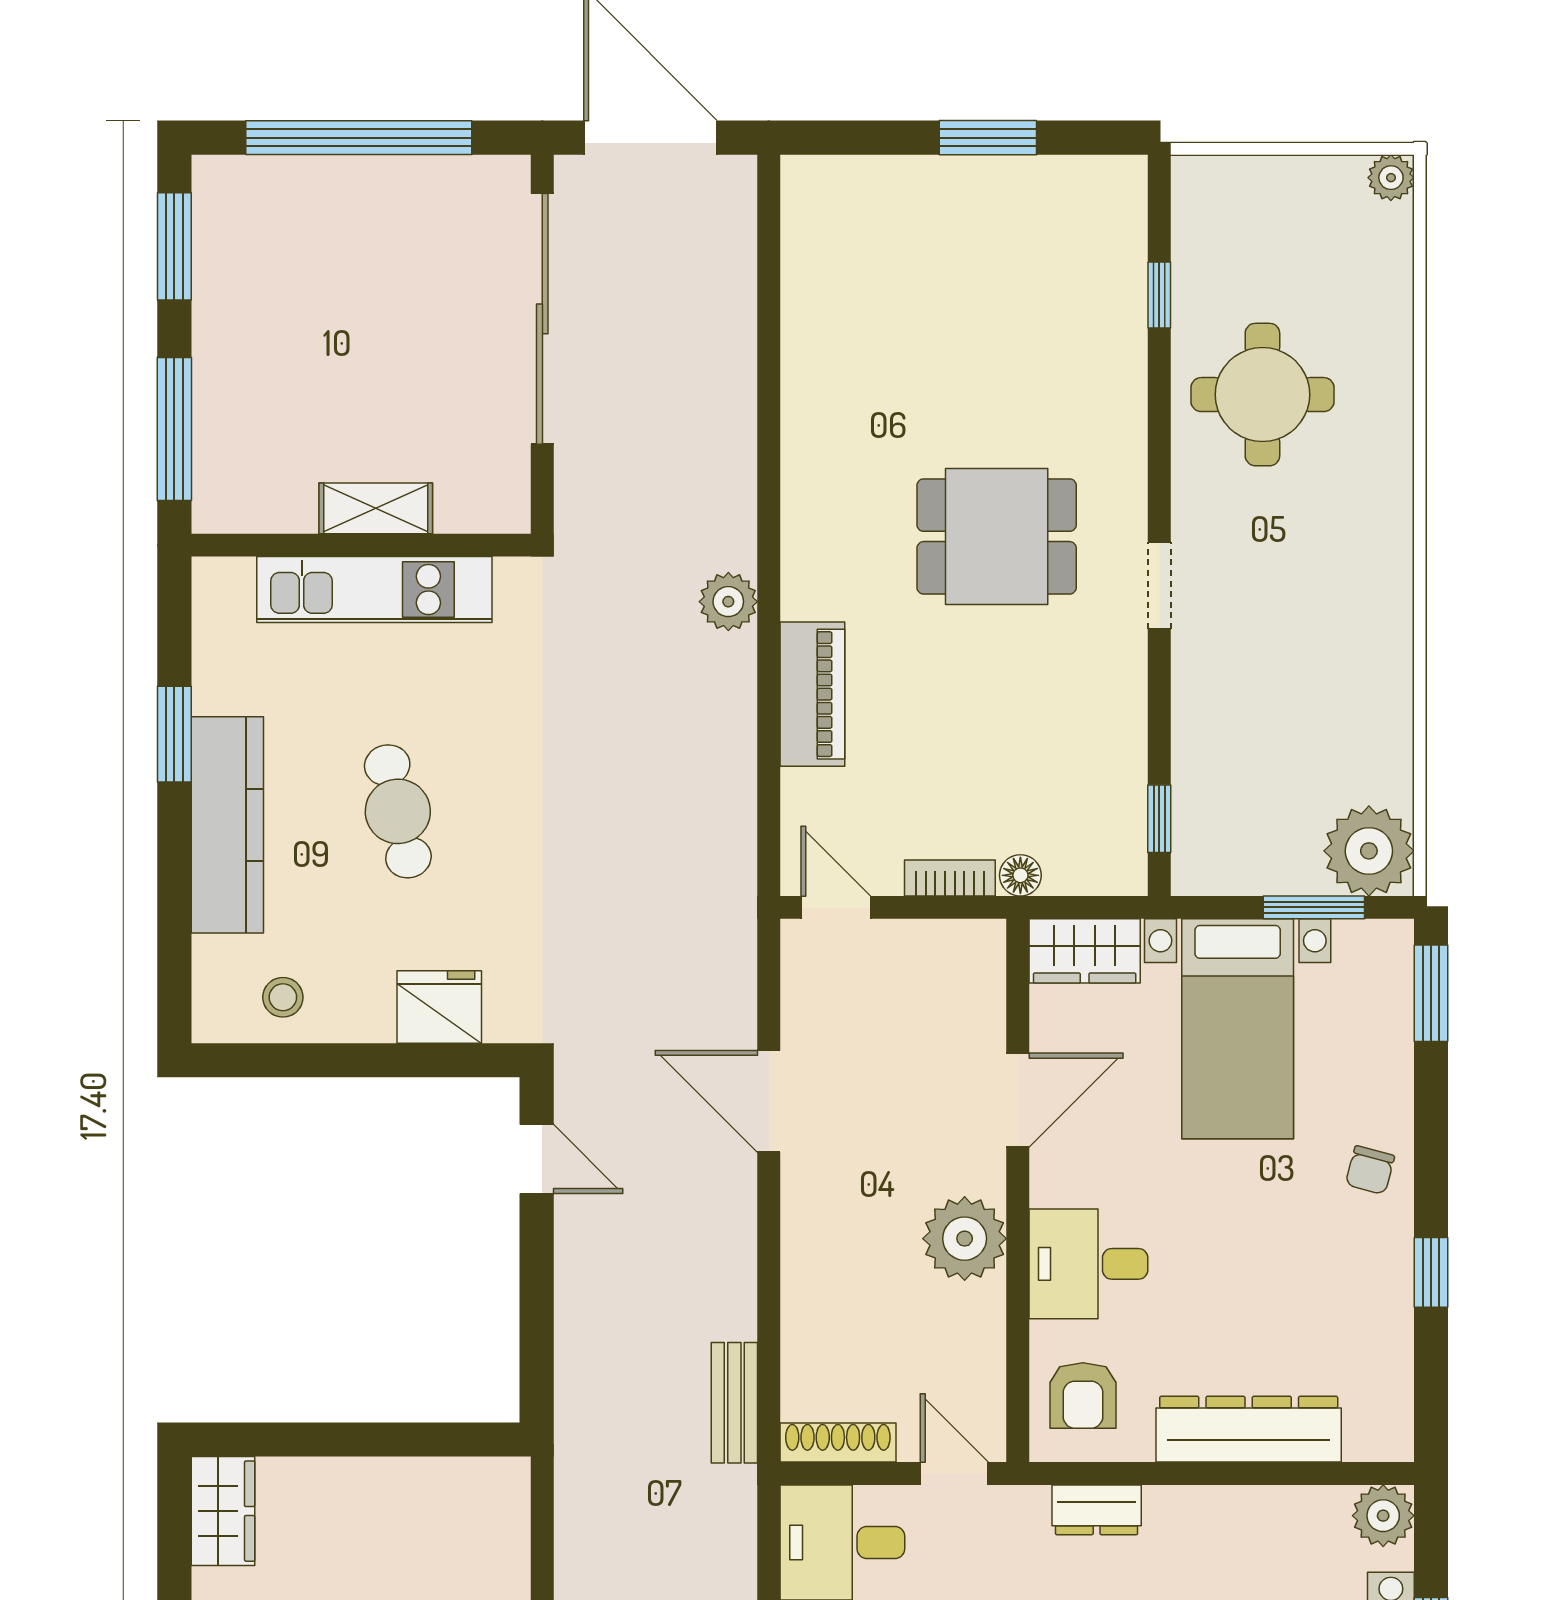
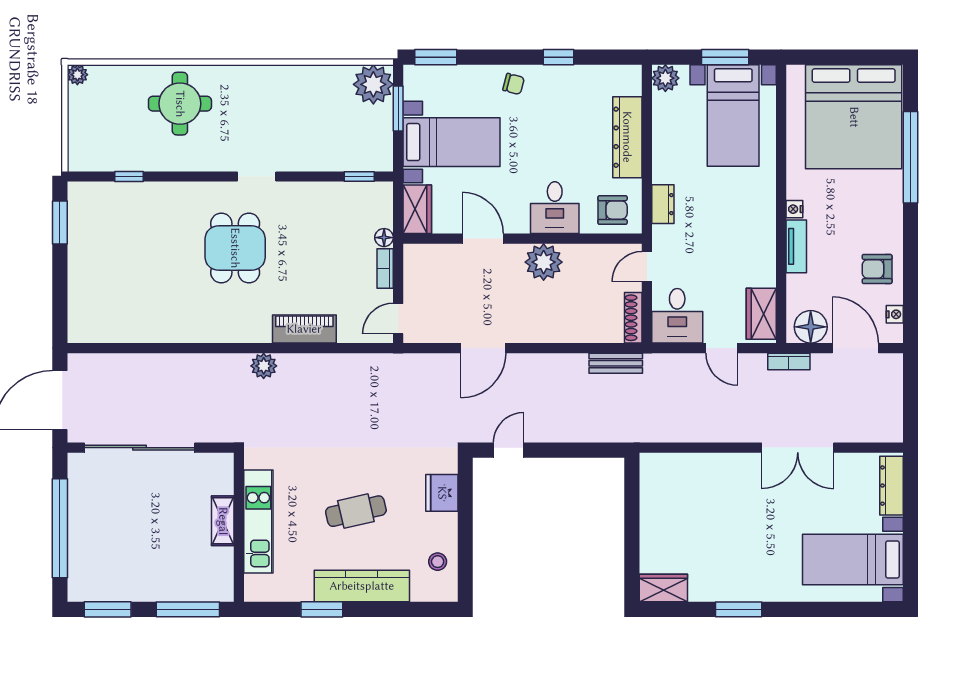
window: (988, 138) -> (60, 222), moved
round table: (1262, 395) -> (180, 104), moved

